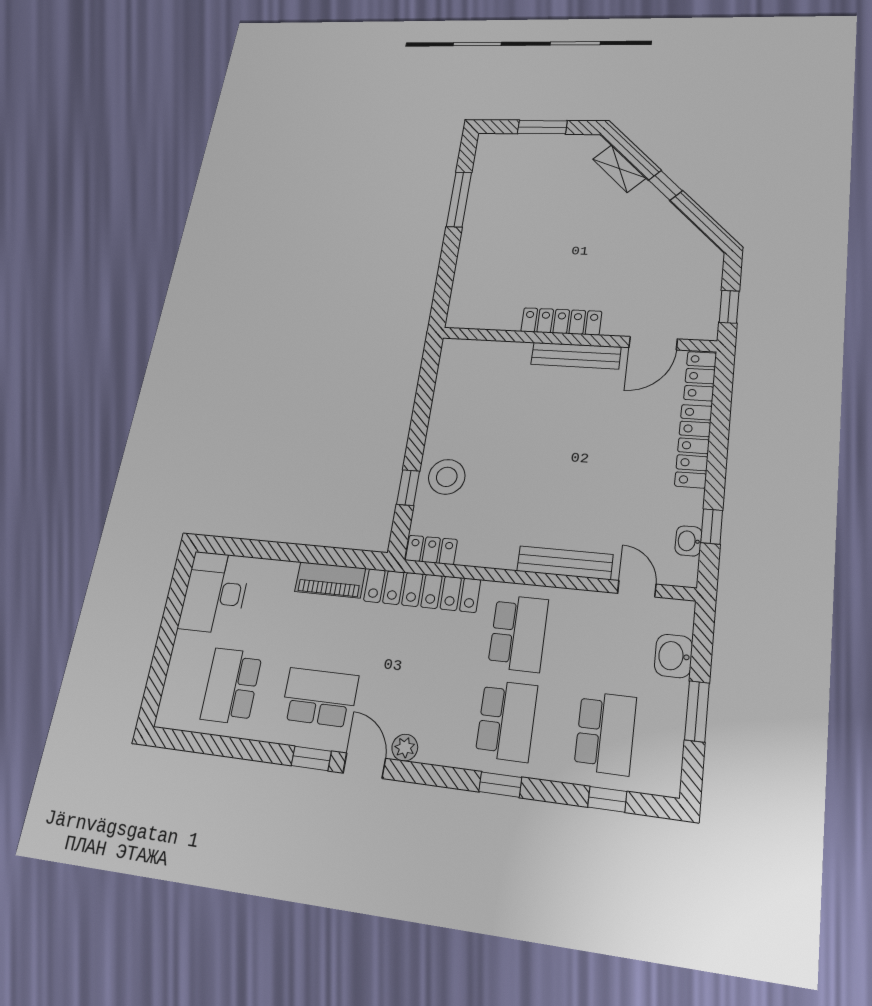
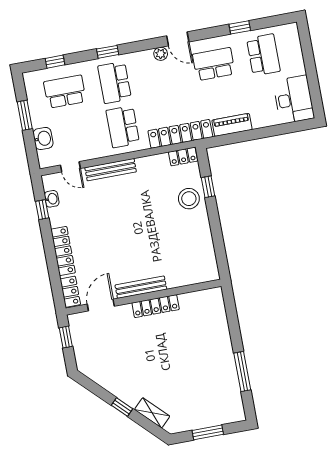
school desk: (320, 697) -> (214, 64), turned 180
school desk: (605, 733) -> (65, 92), turned 90
window: (311, 758) -> (240, 27), moved

